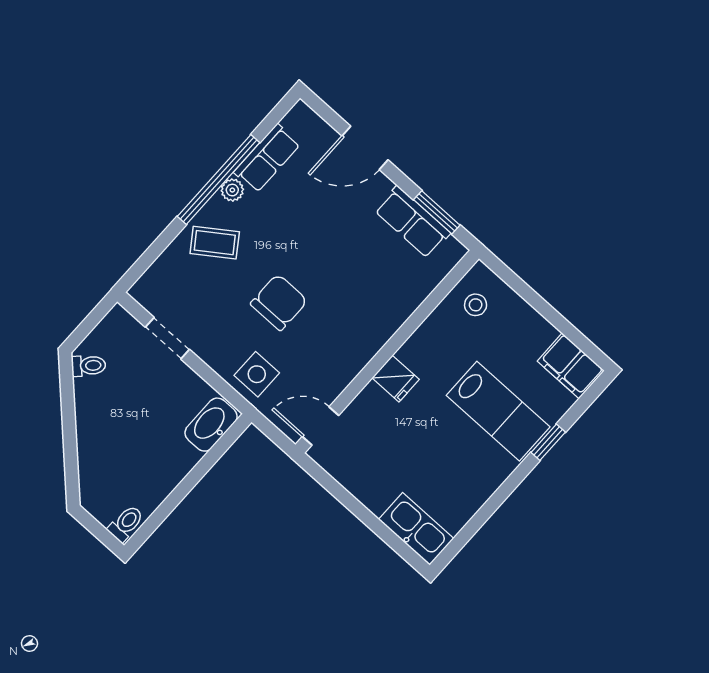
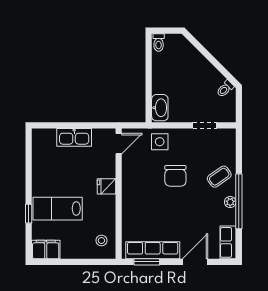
row of seats: (267, 158) -> (228, 242), moved
row of seats: (412, 222) -> (153, 250), width x1.48
kitchen sink: (416, 529) -> (74, 137), moved

